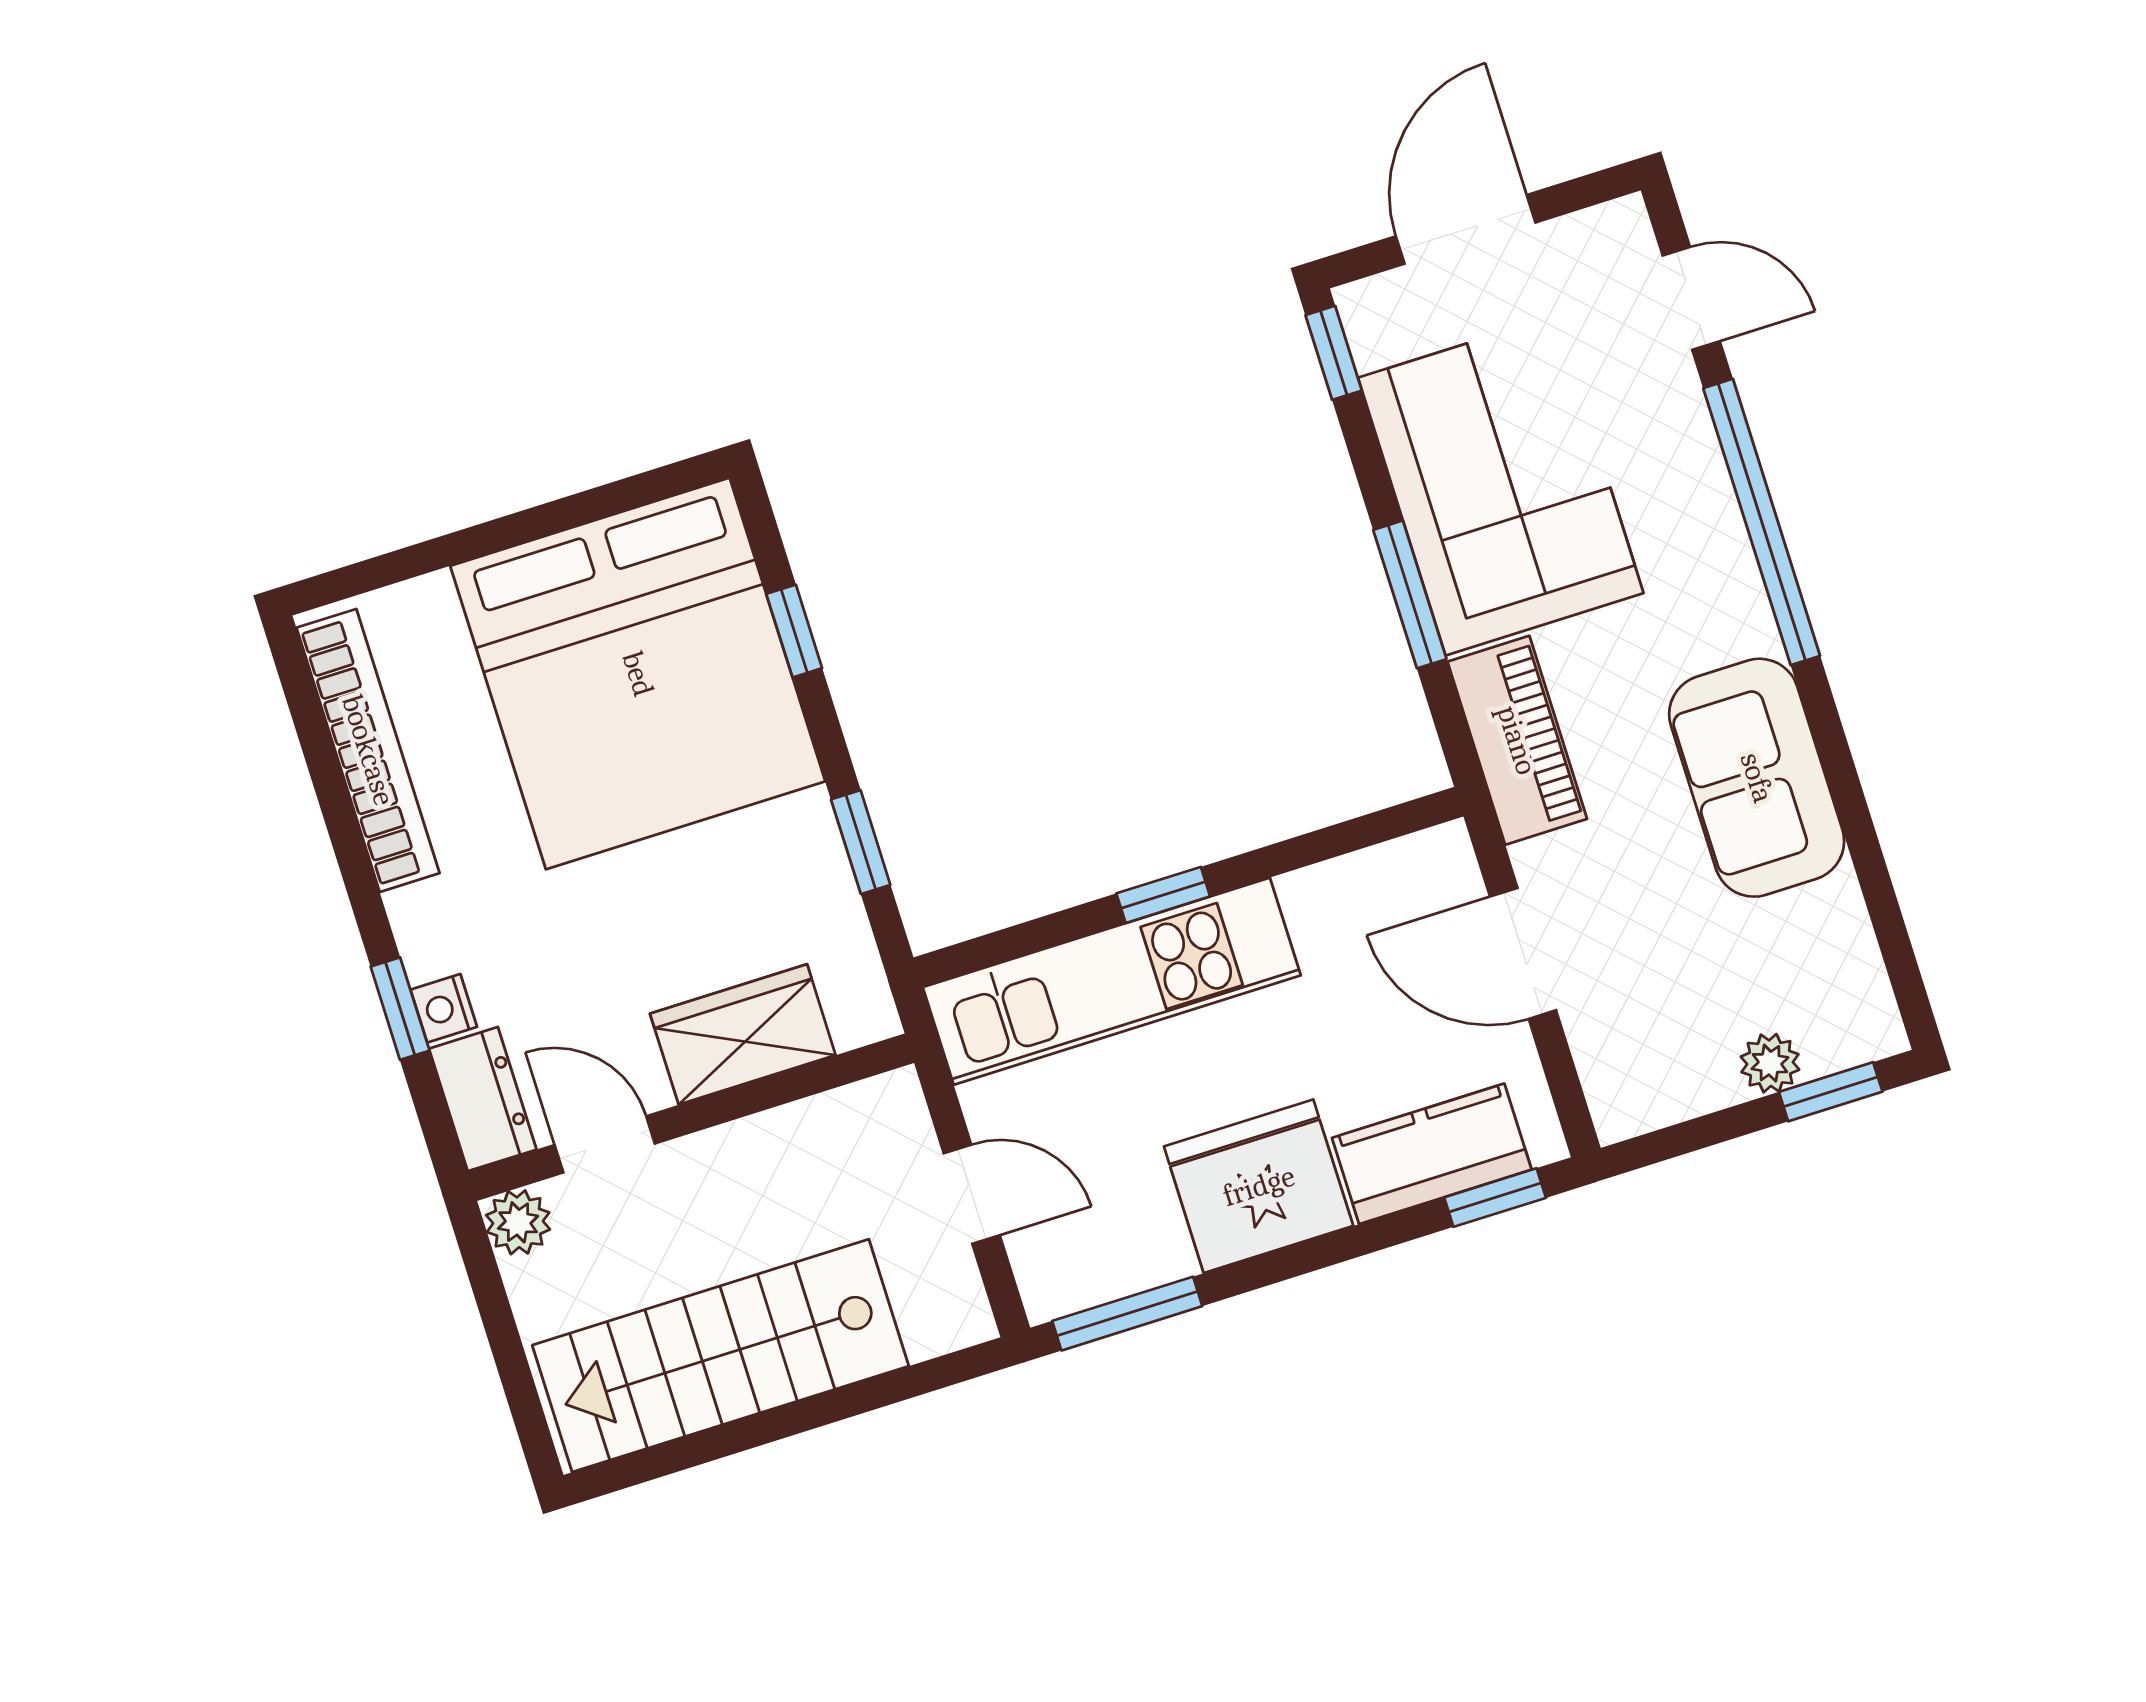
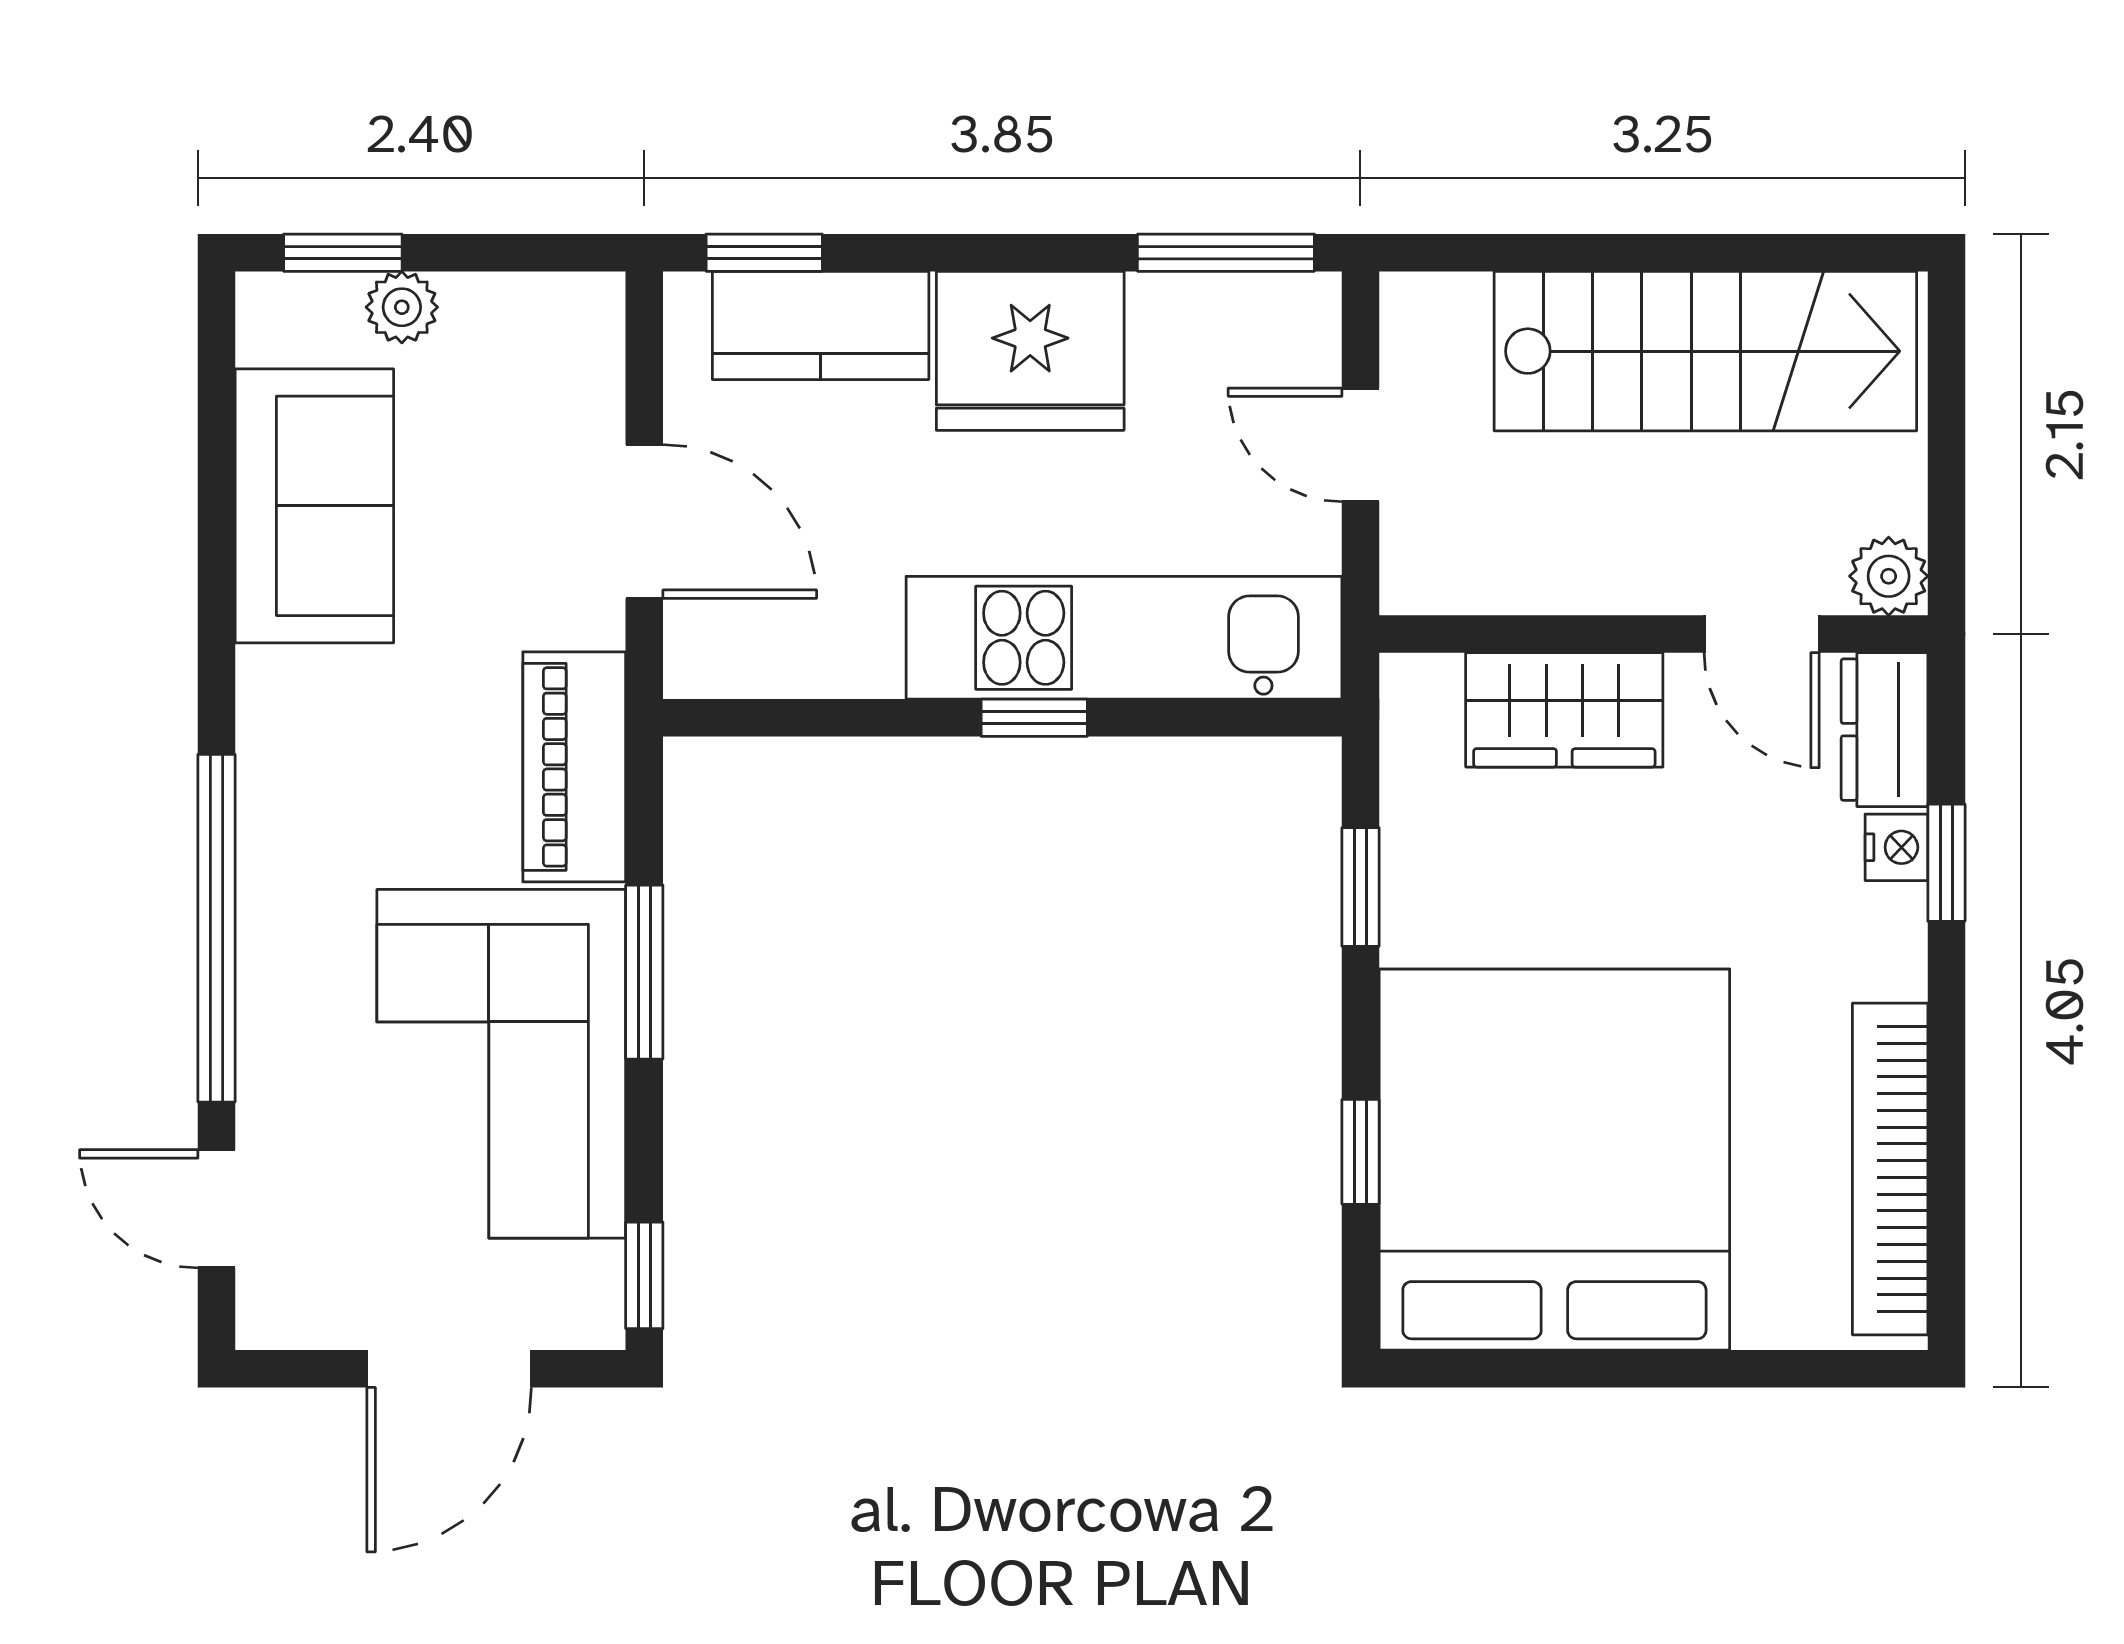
sofa: (1757, 778) -> (314, 506), moved

